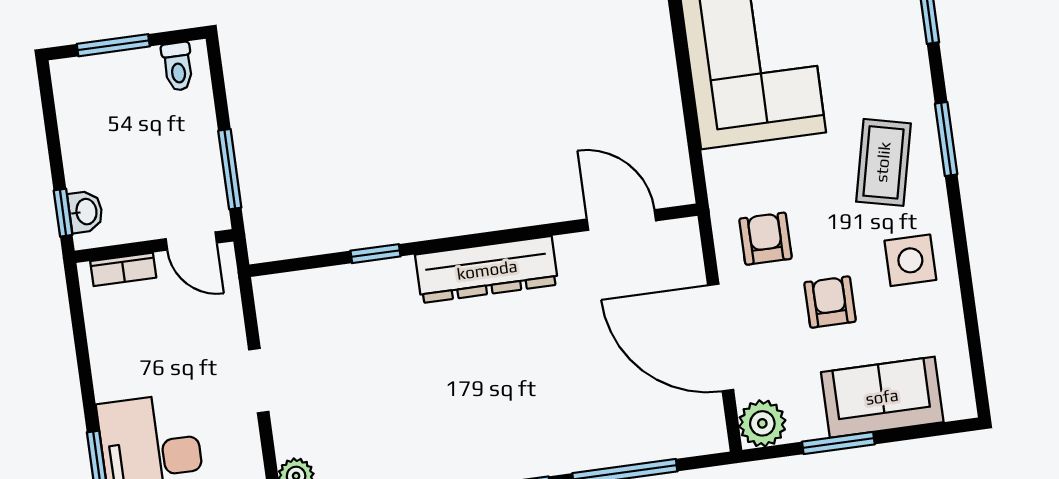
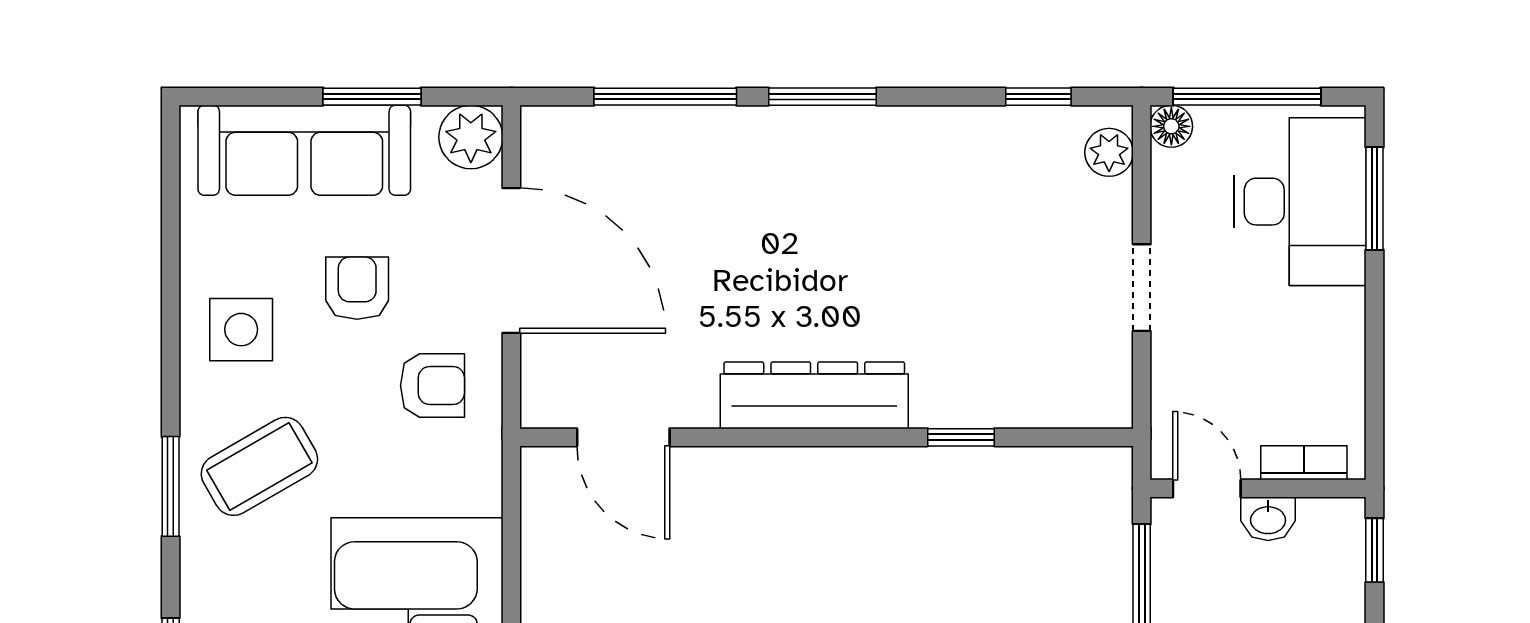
coffee table: (883, 162) -> (259, 466), turned 47
washbasin: (85, 212) -> (1268, 519), moved, turned -90
armchair: (766, 239) -> (432, 386), turned -90
armchair: (830, 302) -> (357, 288), turned 180
sofa: (882, 397) -> (304, 150), width x1.36

